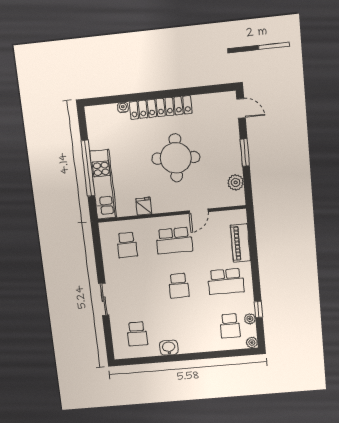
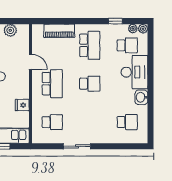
sliding door: (104, 299) -> (77, 146), moved
plant: (250, 319) -> (133, 29), moved
desk: (198, 337) -> (134, 72), added

